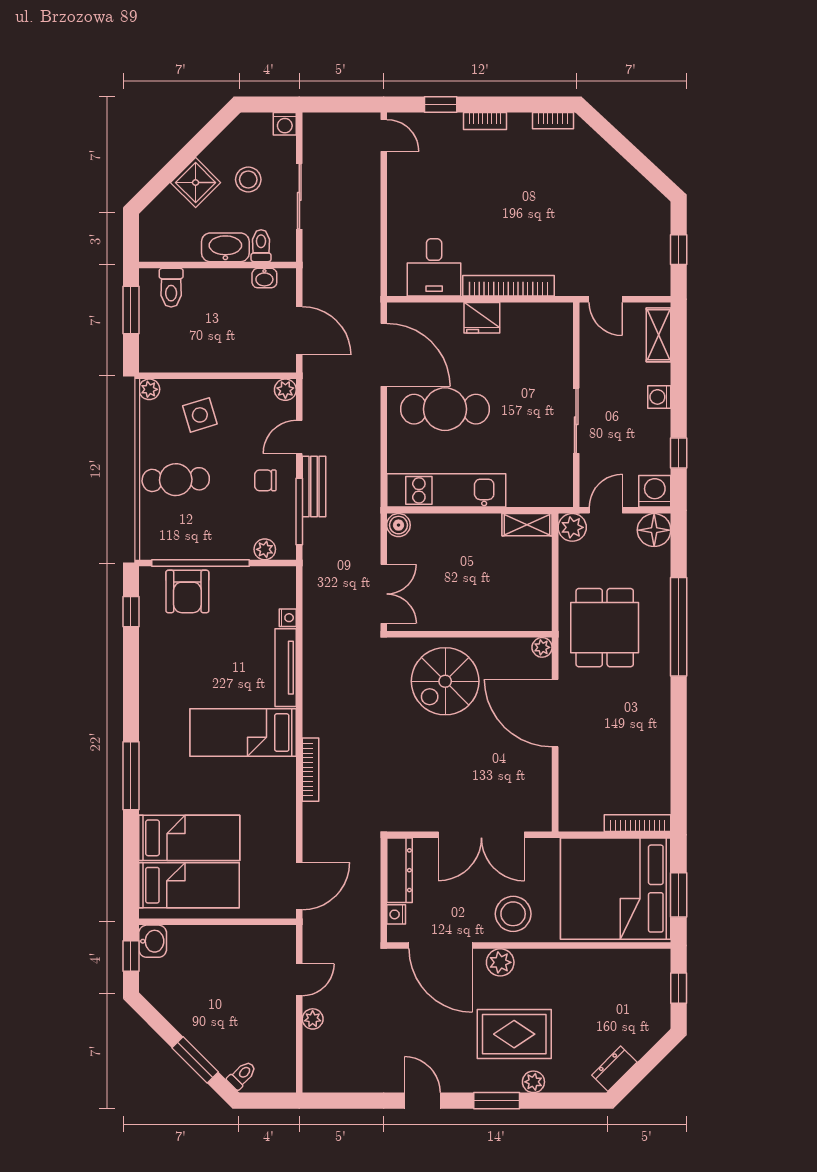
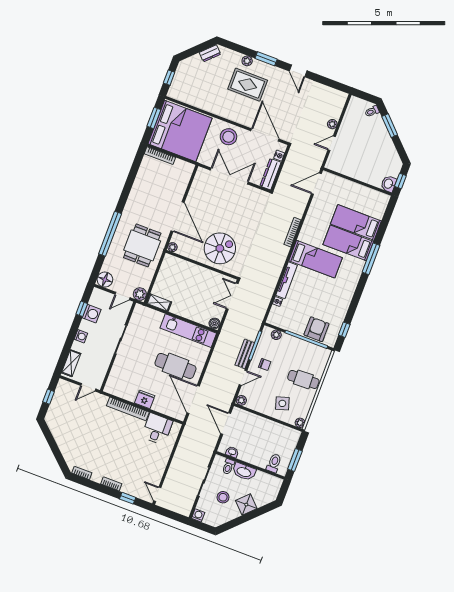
door: (606, 299) -> (88, 387), swing flipped
washing machine: (655, 491) -> (92, 314), moved, turned -90
bed: (189, 885) -> (348, 243), moved
plant: (500, 962) -> (242, 118), removed

